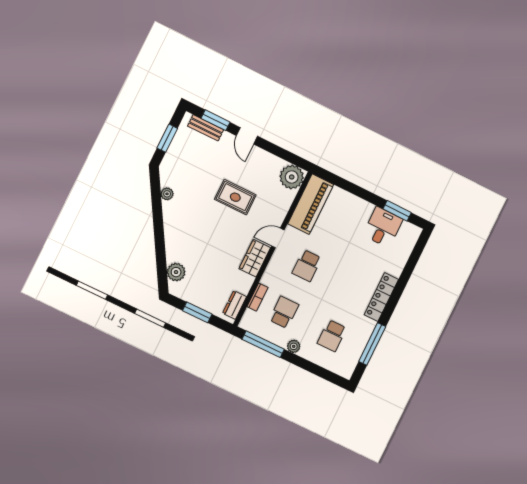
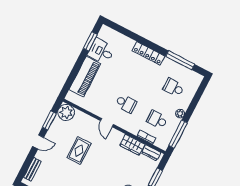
window: (216, 120) -> (49, 120), moved
piano: (311, 204) -> (85, 77), moved, turned 90
wardrobe: (255, 258) -> (132, 145), moved
school desk: (332, 336) -> (174, 88), turned 180

